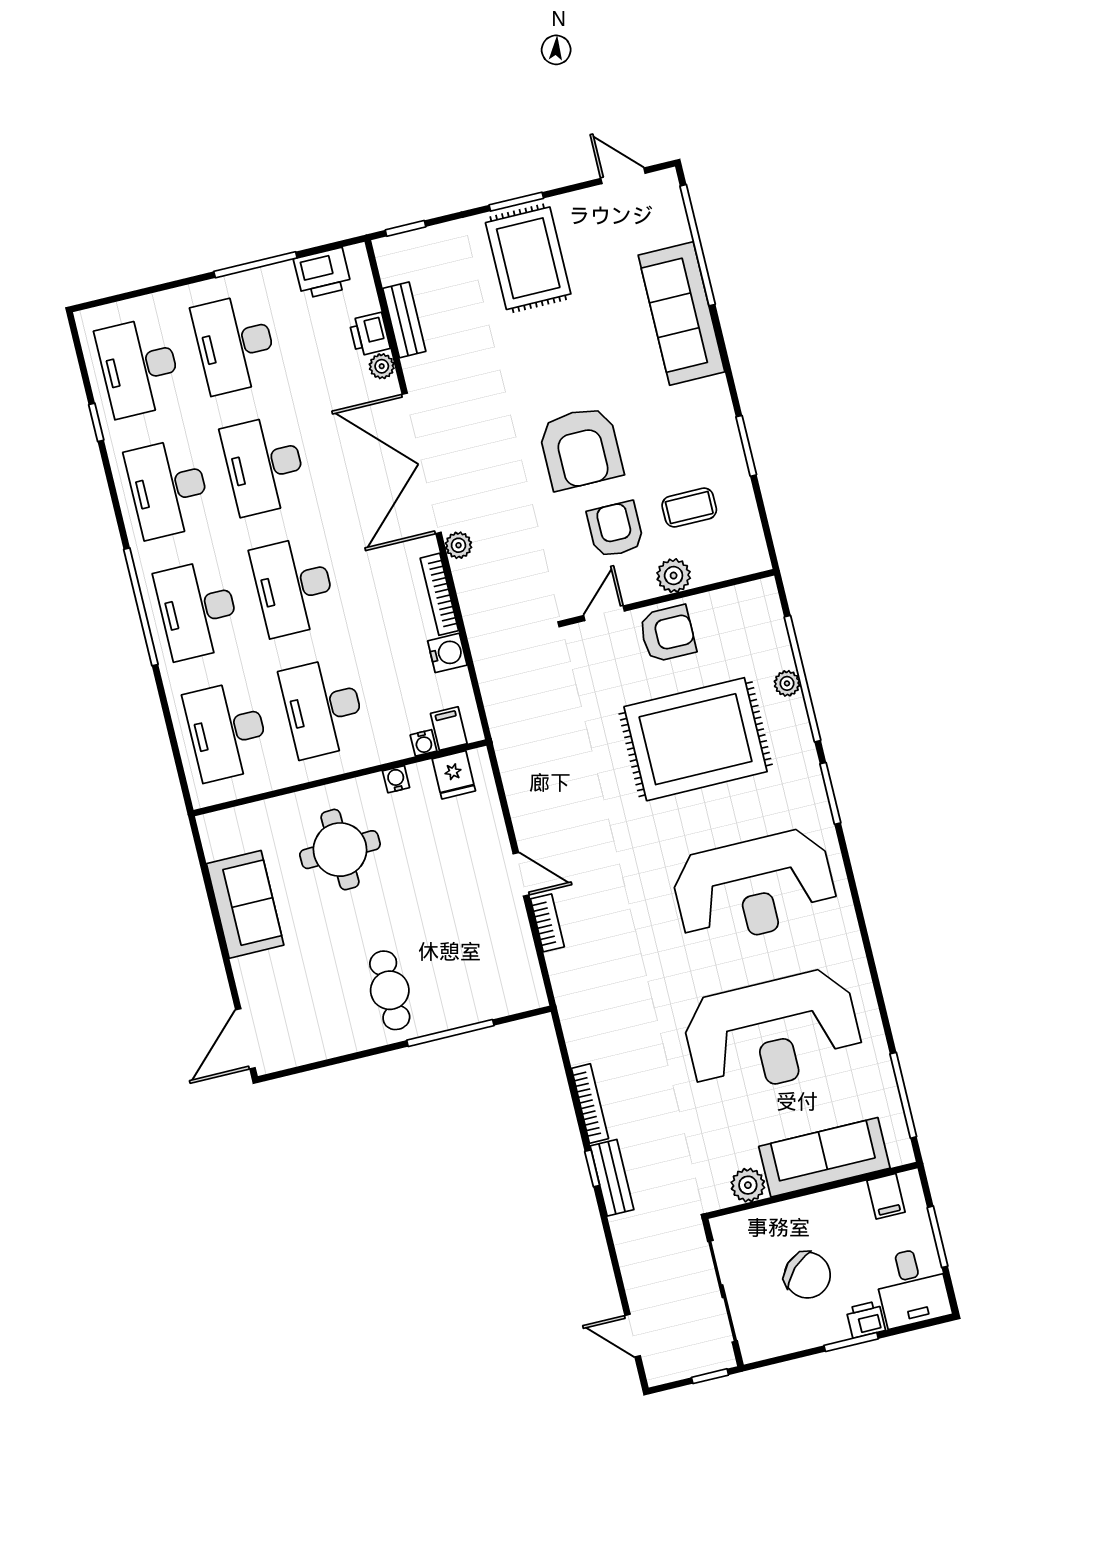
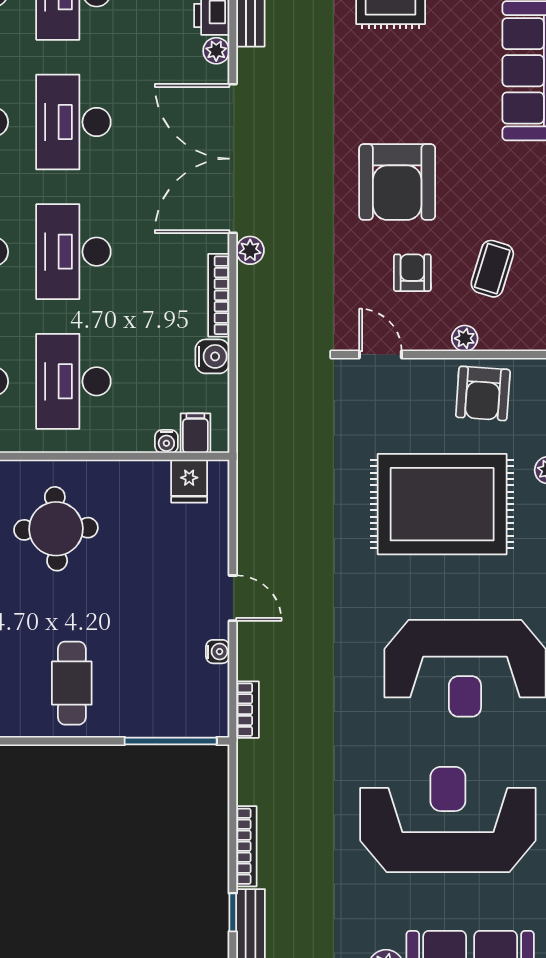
coffee table: (689, 508) -> (492, 269), turned -73
armchair: (615, 529) -> (412, 273), width x0.72, depth x0.72
plant: (674, 576) -> (465, 338), width x0.73, depth x0.73
door: (604, 613) -> (380, 355), hinge flipped
armchair: (667, 634) -> (483, 393), moved, turned 94
water cooler: (396, 779) -> (218, 652), moved, turned 90
bookcase: (547, 923) -> (247, 710), moved
window: (450, 1033) -> (171, 741), moved
reception desk: (772, 1033) -> (448, 819), turned 180

